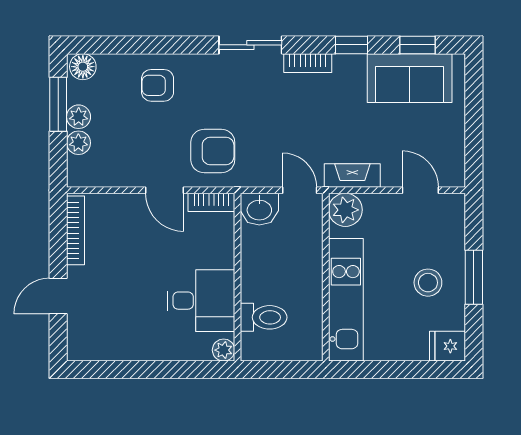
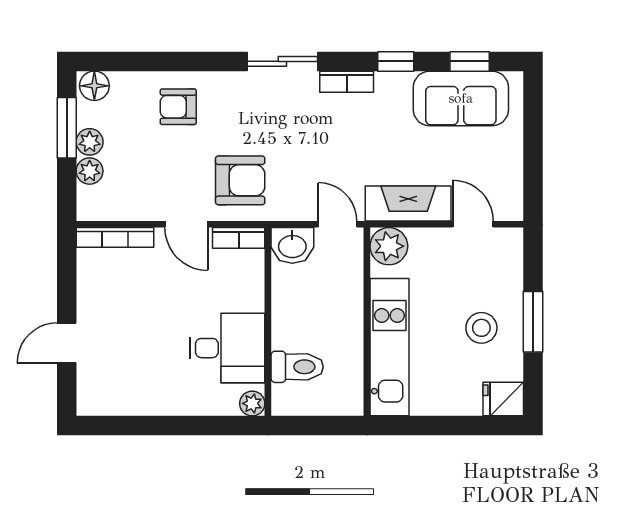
fireplace: (352, 175) -> (408, 204), width x1.37, depth x1.32
bookcase: (75, 230) -> (115, 237), moved, turned 90

